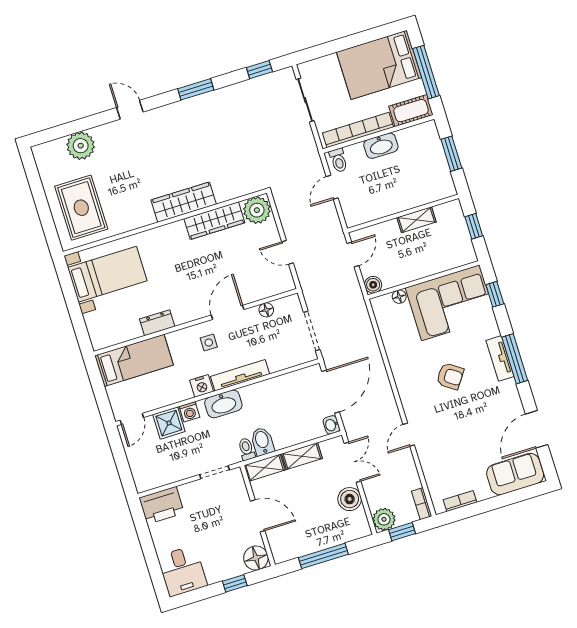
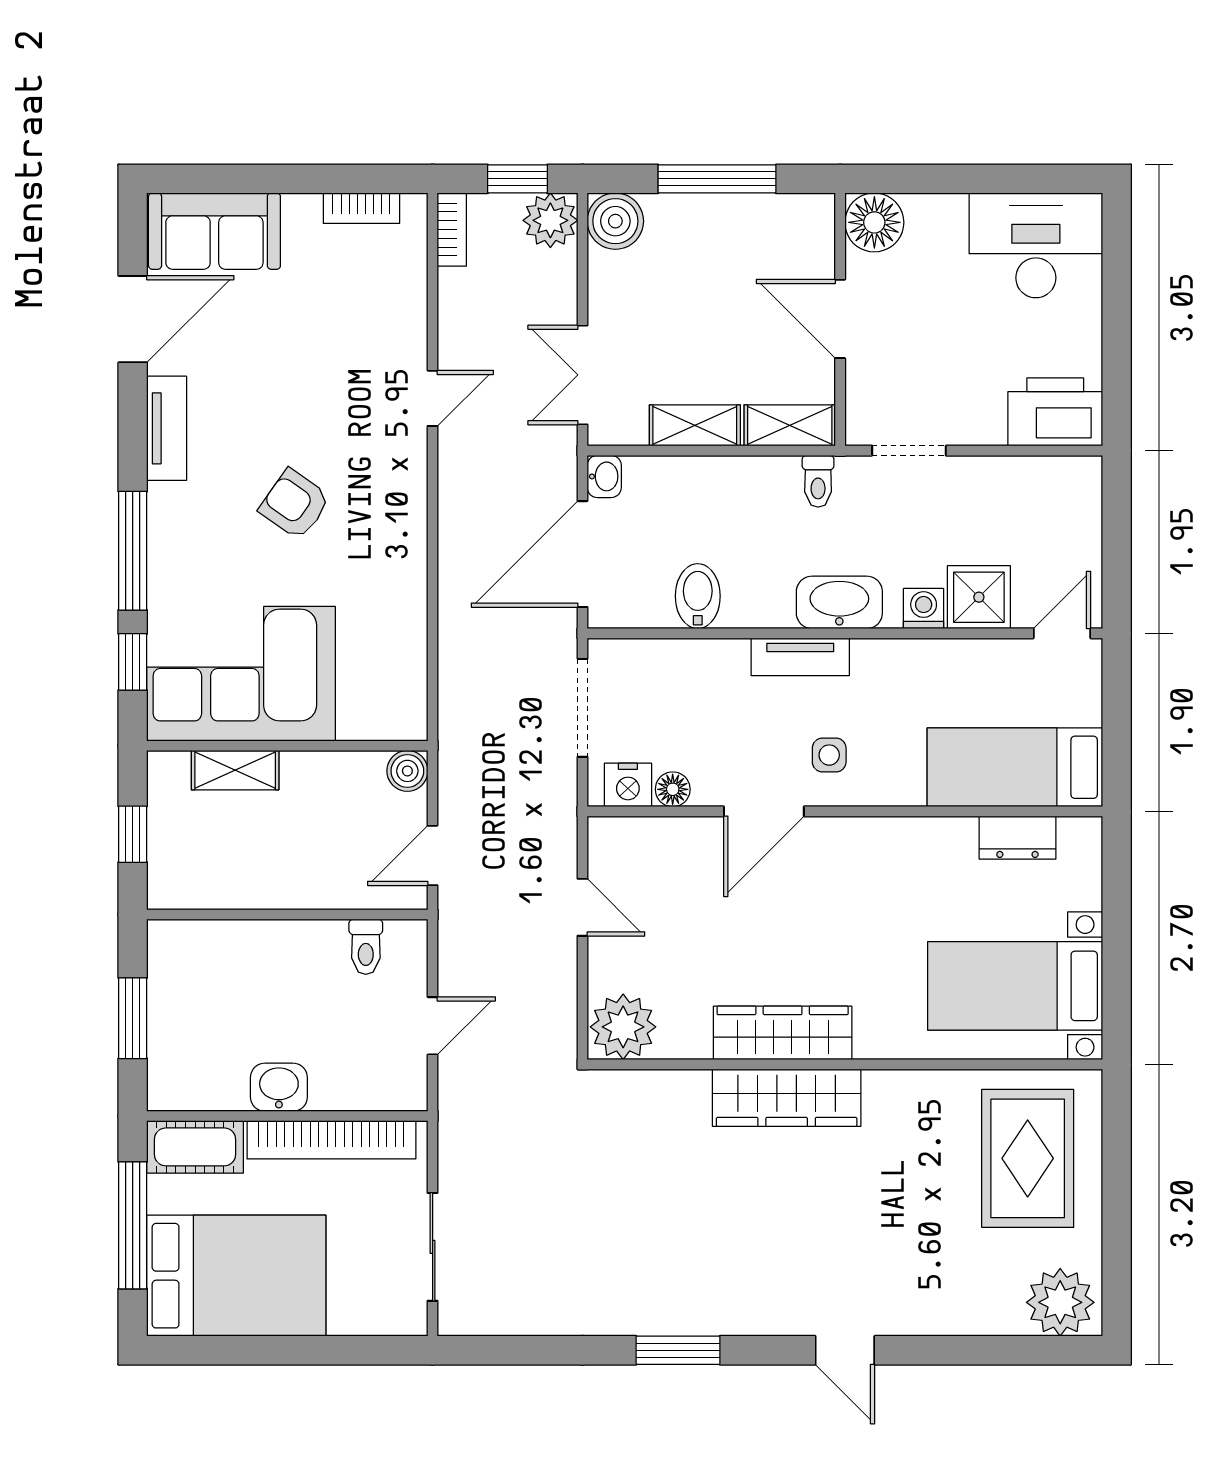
window: (259, 70) -> (516, 1350), removed
plant: (81, 146) -> (1060, 1302), moved
washbasin: (381, 146) -> (279, 1087), width x0.72
toilet: (338, 160) -> (366, 947), moved, turned 180
shelving: (416, 220) -> (235, 770), moved
wardrobe: (214, 221) -> (783, 1033), moved
floor lamp: (399, 297) -> (356, 725), removed
dresser: (157, 323) -> (1017, 838), moved
tv unit: (500, 358) -> (167, 428), moved
window: (515, 359) -> (133, 551), moved
tv unit: (240, 375) -> (800, 657), width x0.71
nightstand: (202, 386) -> (628, 785), moved, turned 180
bidet: (262, 441) -> (698, 596), moved, turned 180
boiler: (350, 499) -> (615, 221), moved
desk: (182, 571) -> (1036, 245), width x1.37
window: (235, 583) -> (942, 179), removed

